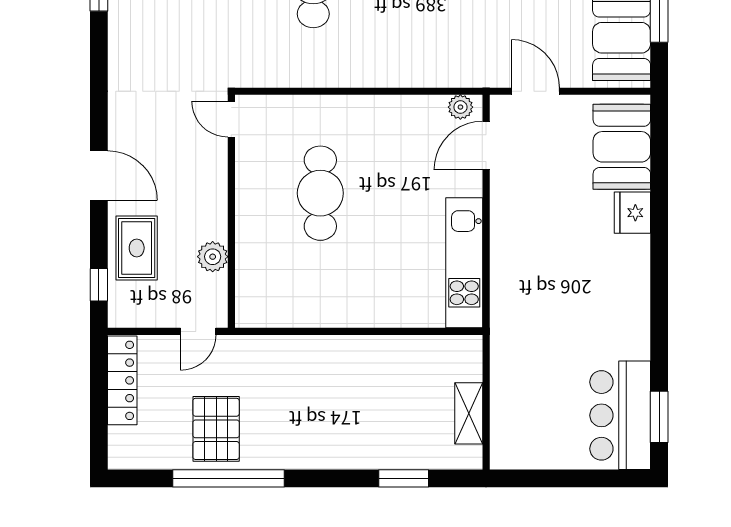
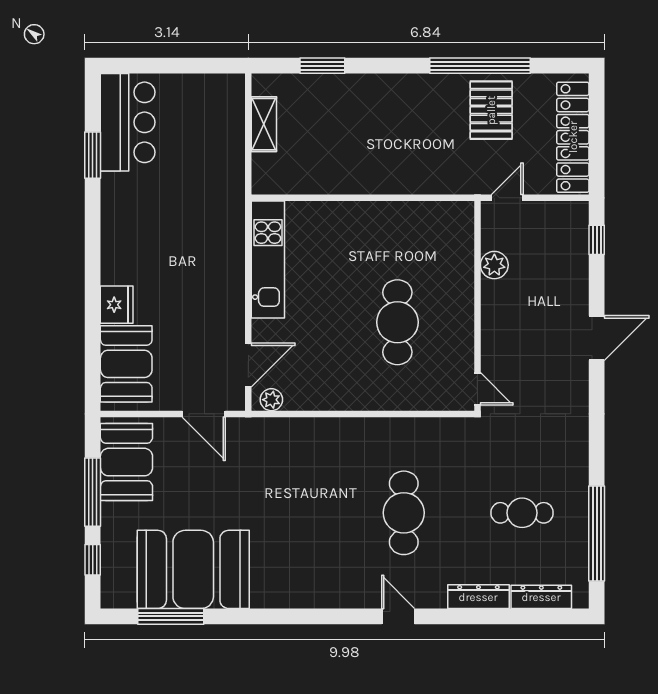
door: (99, 176) -> (597, 338), swing flipped
rug: (137, 248) -> (563, 273), removed
locker: (122, 380) -> (573, 137), width x1.41, depth x1.21
window: (659, 417) -> (93, 155), moved

